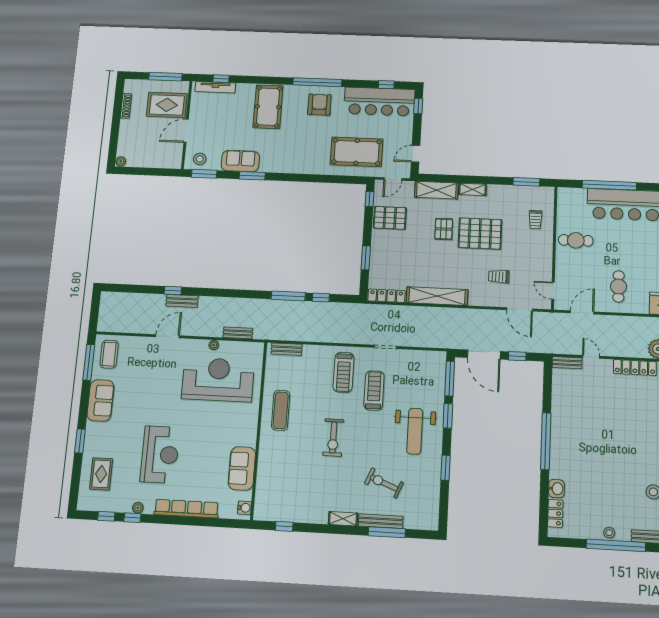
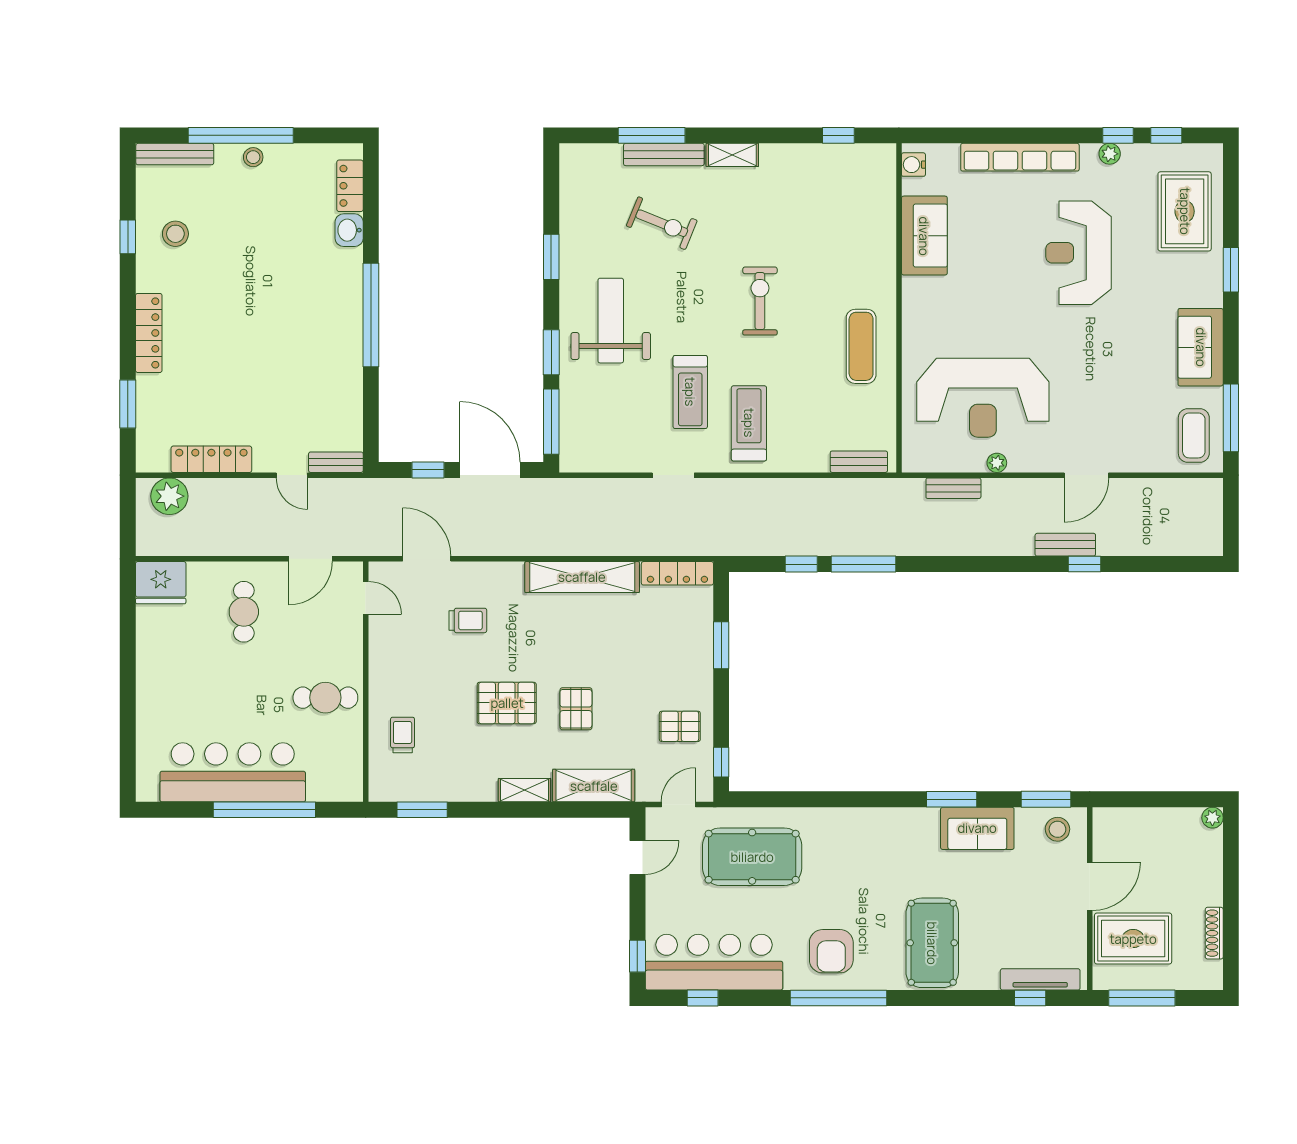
pallet: (390, 218) -> (680, 726), width x0.67, depth x0.71
pallet: (480, 234) -> (507, 703), width x0.73, depth x0.71
rug: (101, 474) -> (1185, 211), width x1.36, depth x1.43

